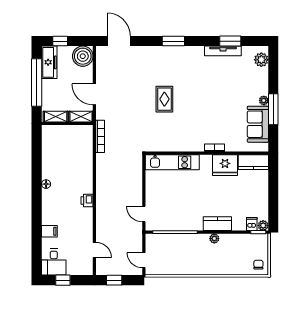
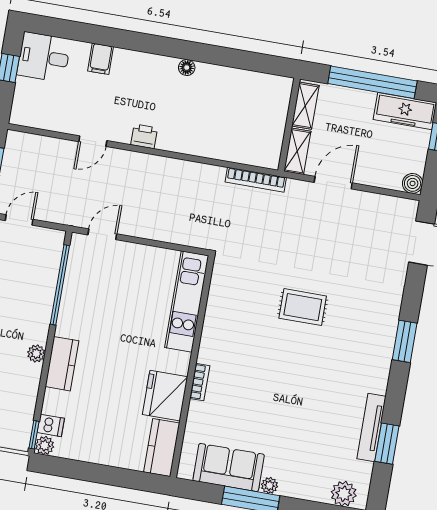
boiler: (83, 56) -> (413, 183), width x0.54, depth x0.54
door: (94, 250) -> (93, 141), moved

